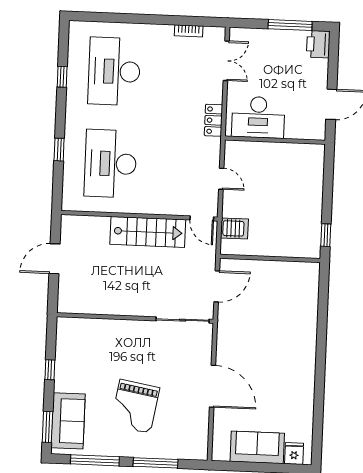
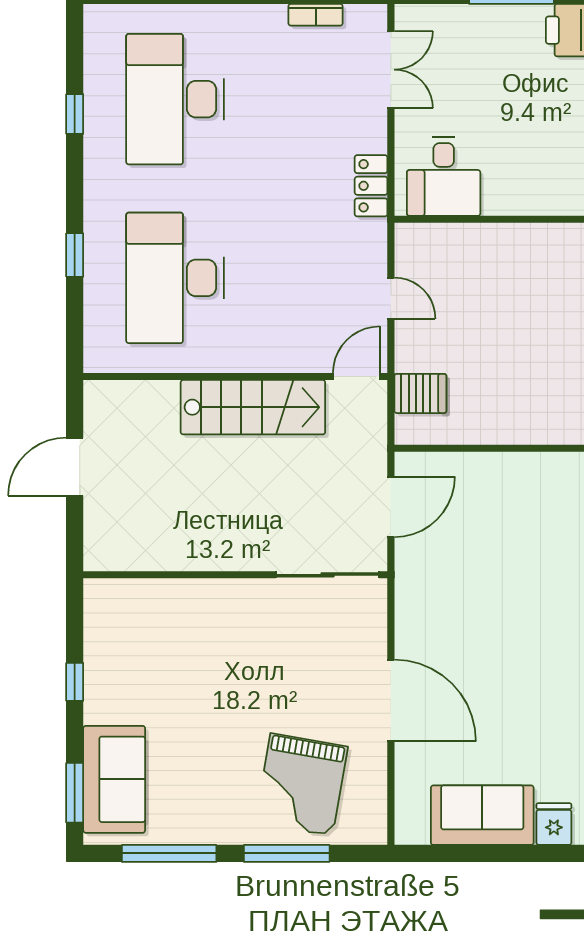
desk: (258, 117) -> (444, 176), width x0.73
door: (202, 218) -> (356, 377), swing flipped
grand piano: (135, 406) -> (301, 785), moved

